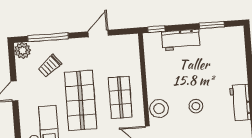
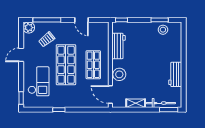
door: (98, 34) -> (81, 20), swing flipped
workbench: (181, 40) -> (118, 46), moved, turned -90
stool: (196, 106) -> (163, 30), moved

